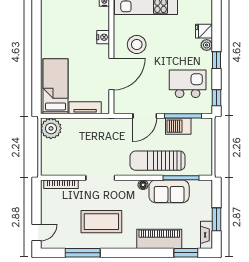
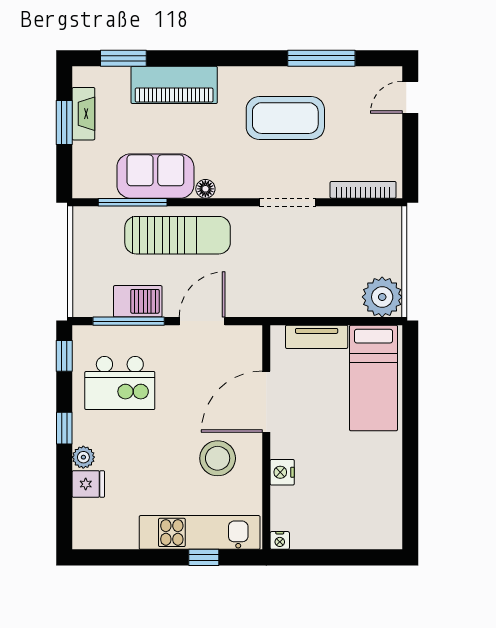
fireplace: (207, 235) -> (83, 114), moved

